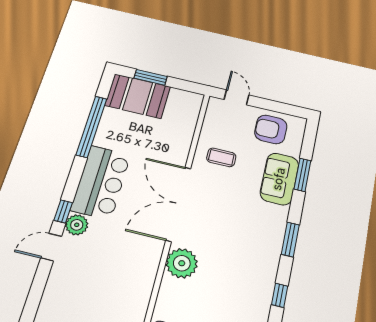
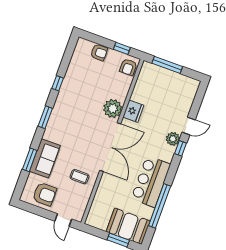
bar counter: (101, 182) -> (151, 182), moved
fridge: (147, 262) -> (133, 111), added

